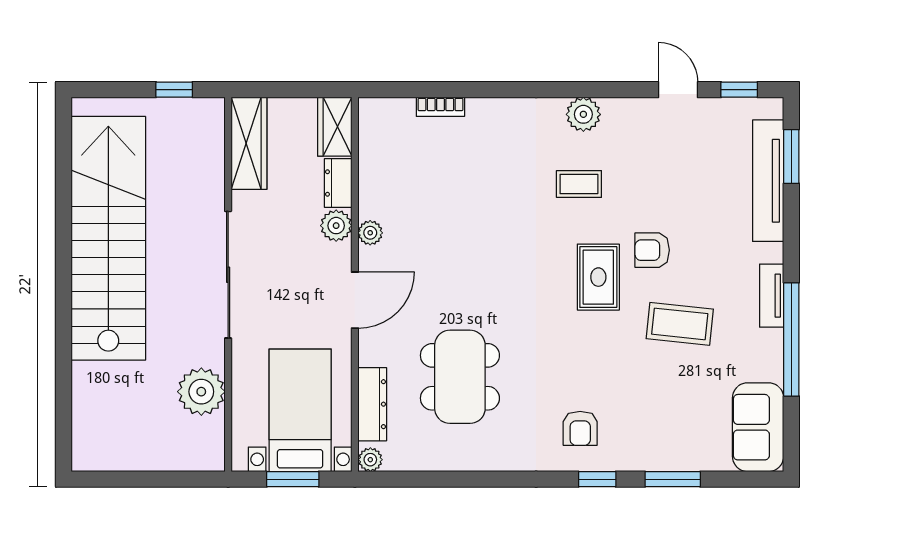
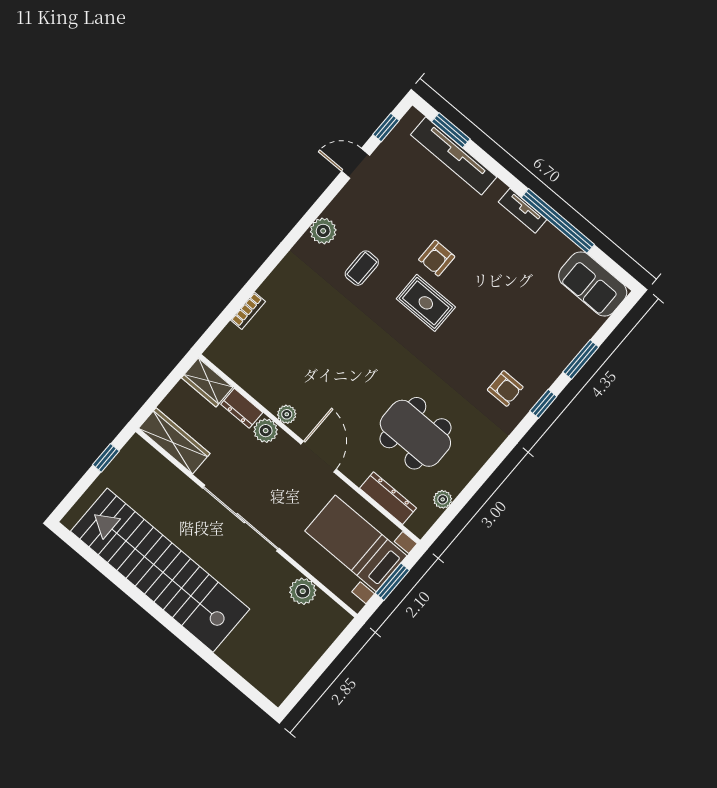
coffee table: (680, 324) -> (494, 279), removed
plant: (201, 392) -> (303, 591), width x0.73, depth x0.73
plant: (370, 460) -> (443, 499), moved

